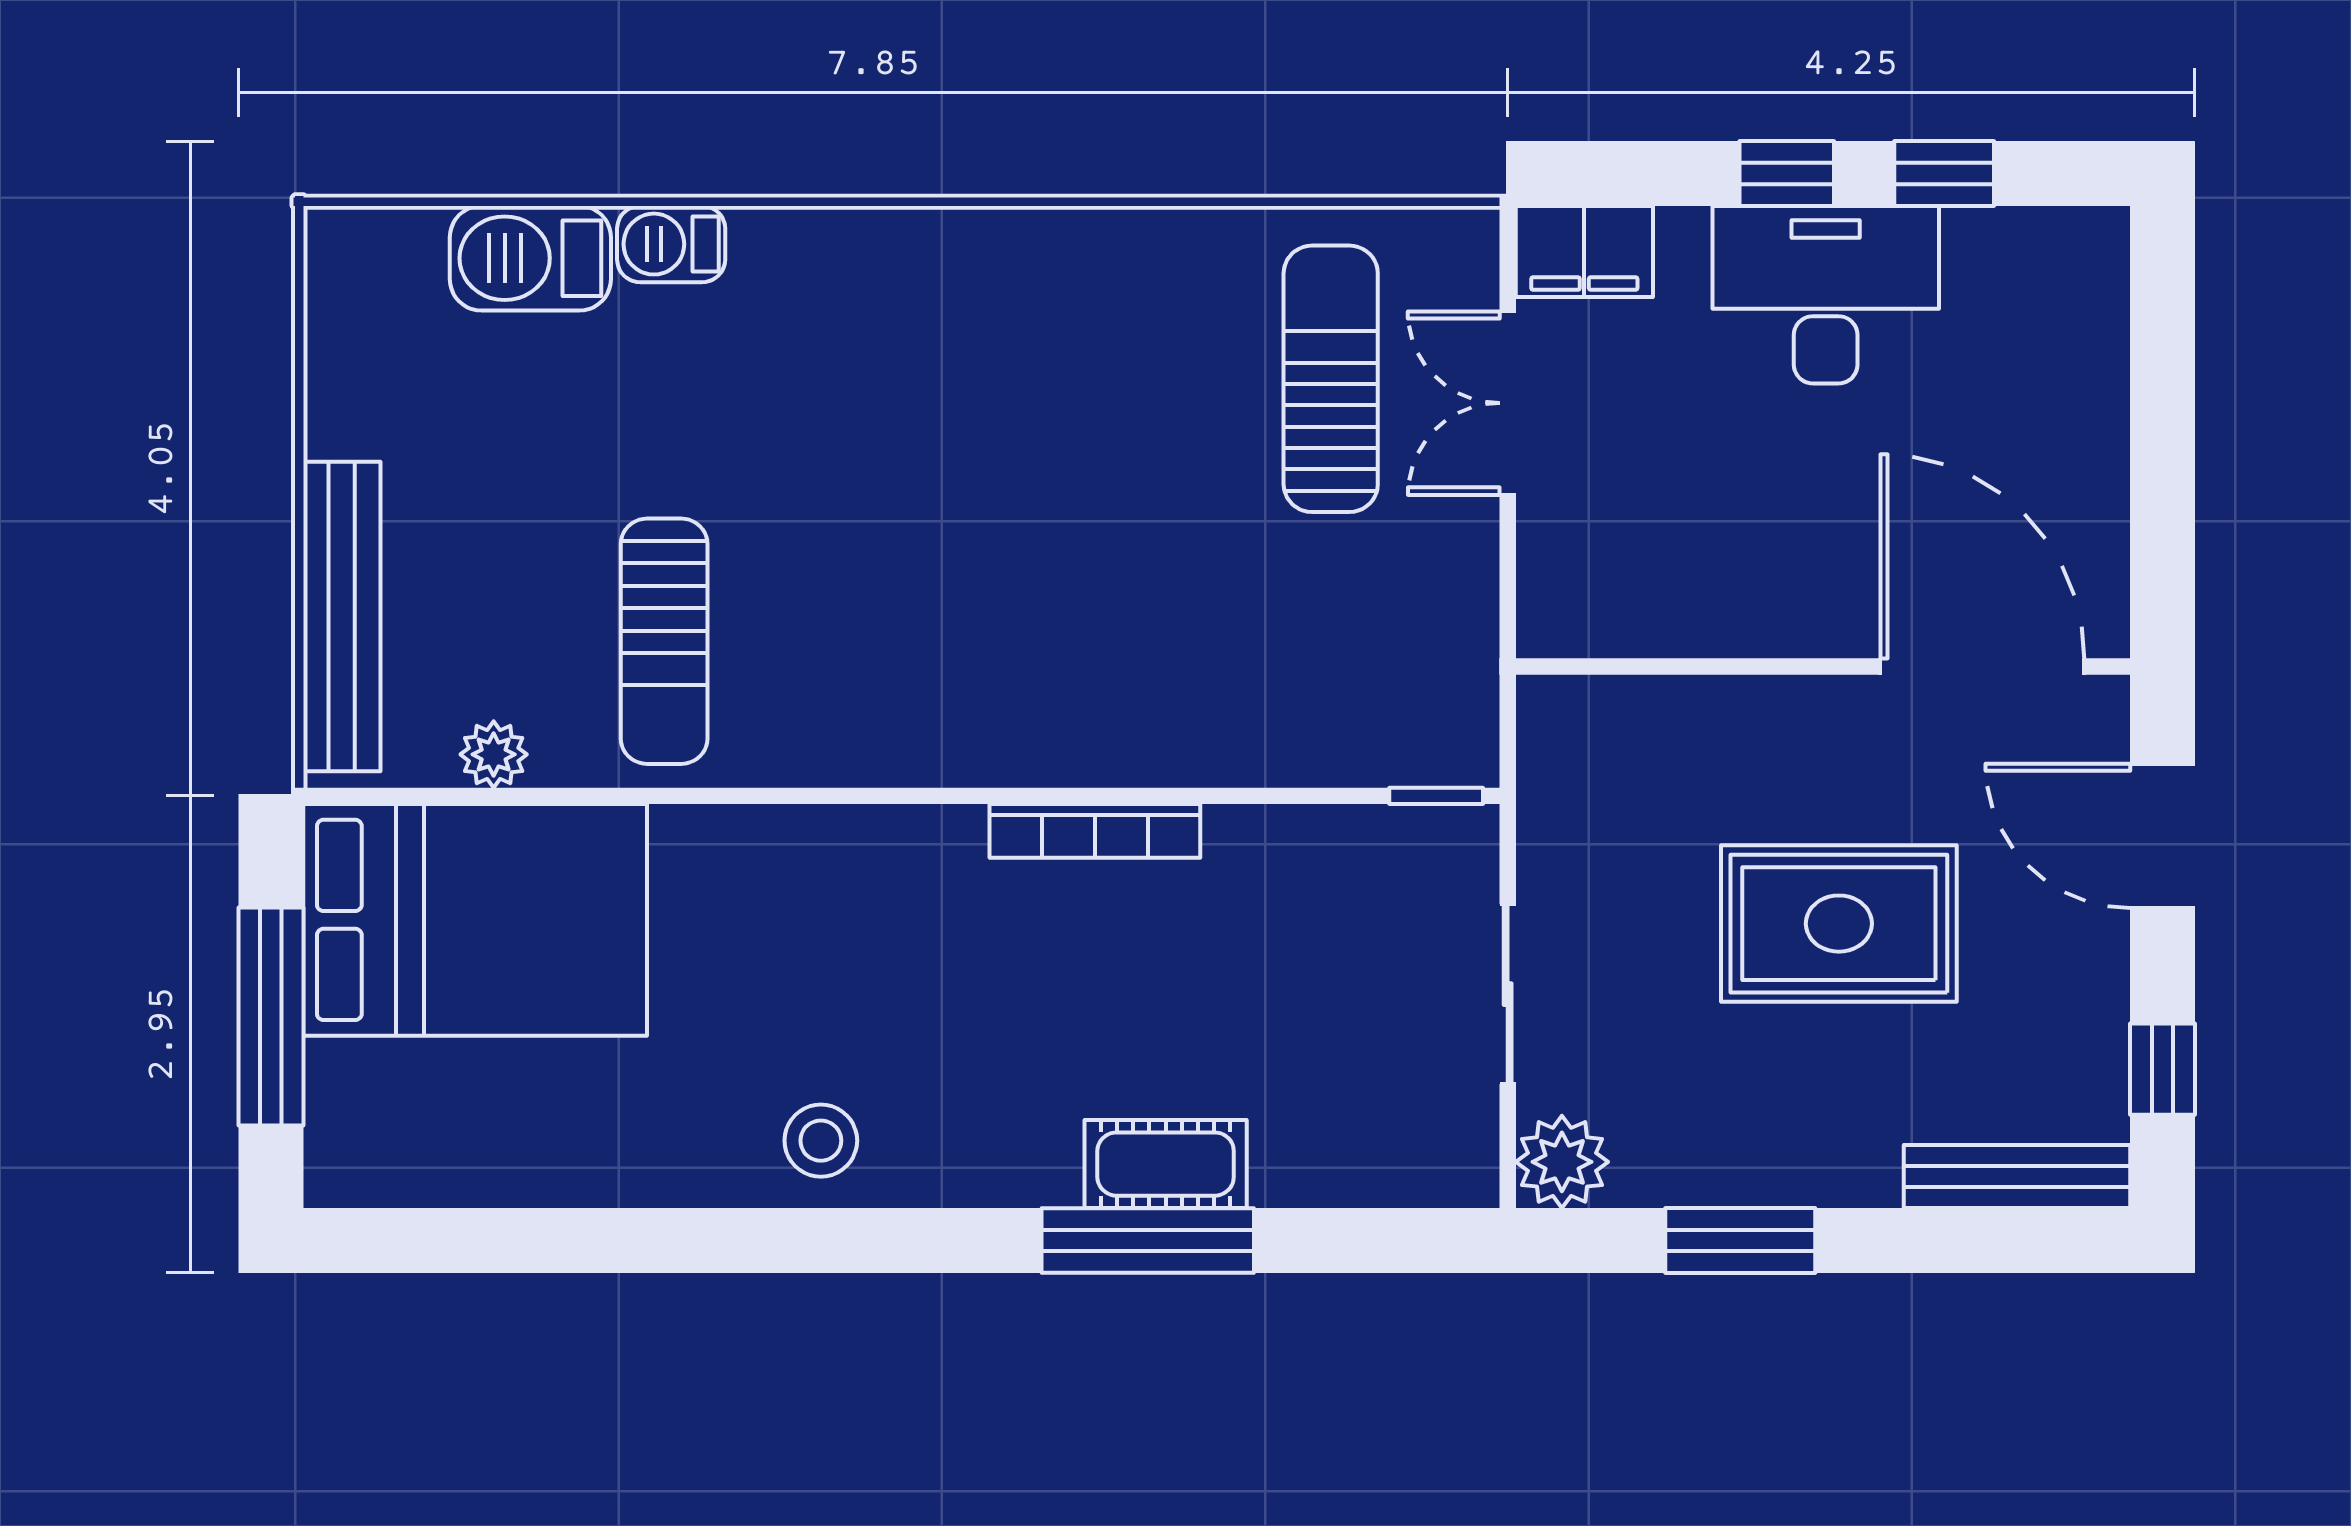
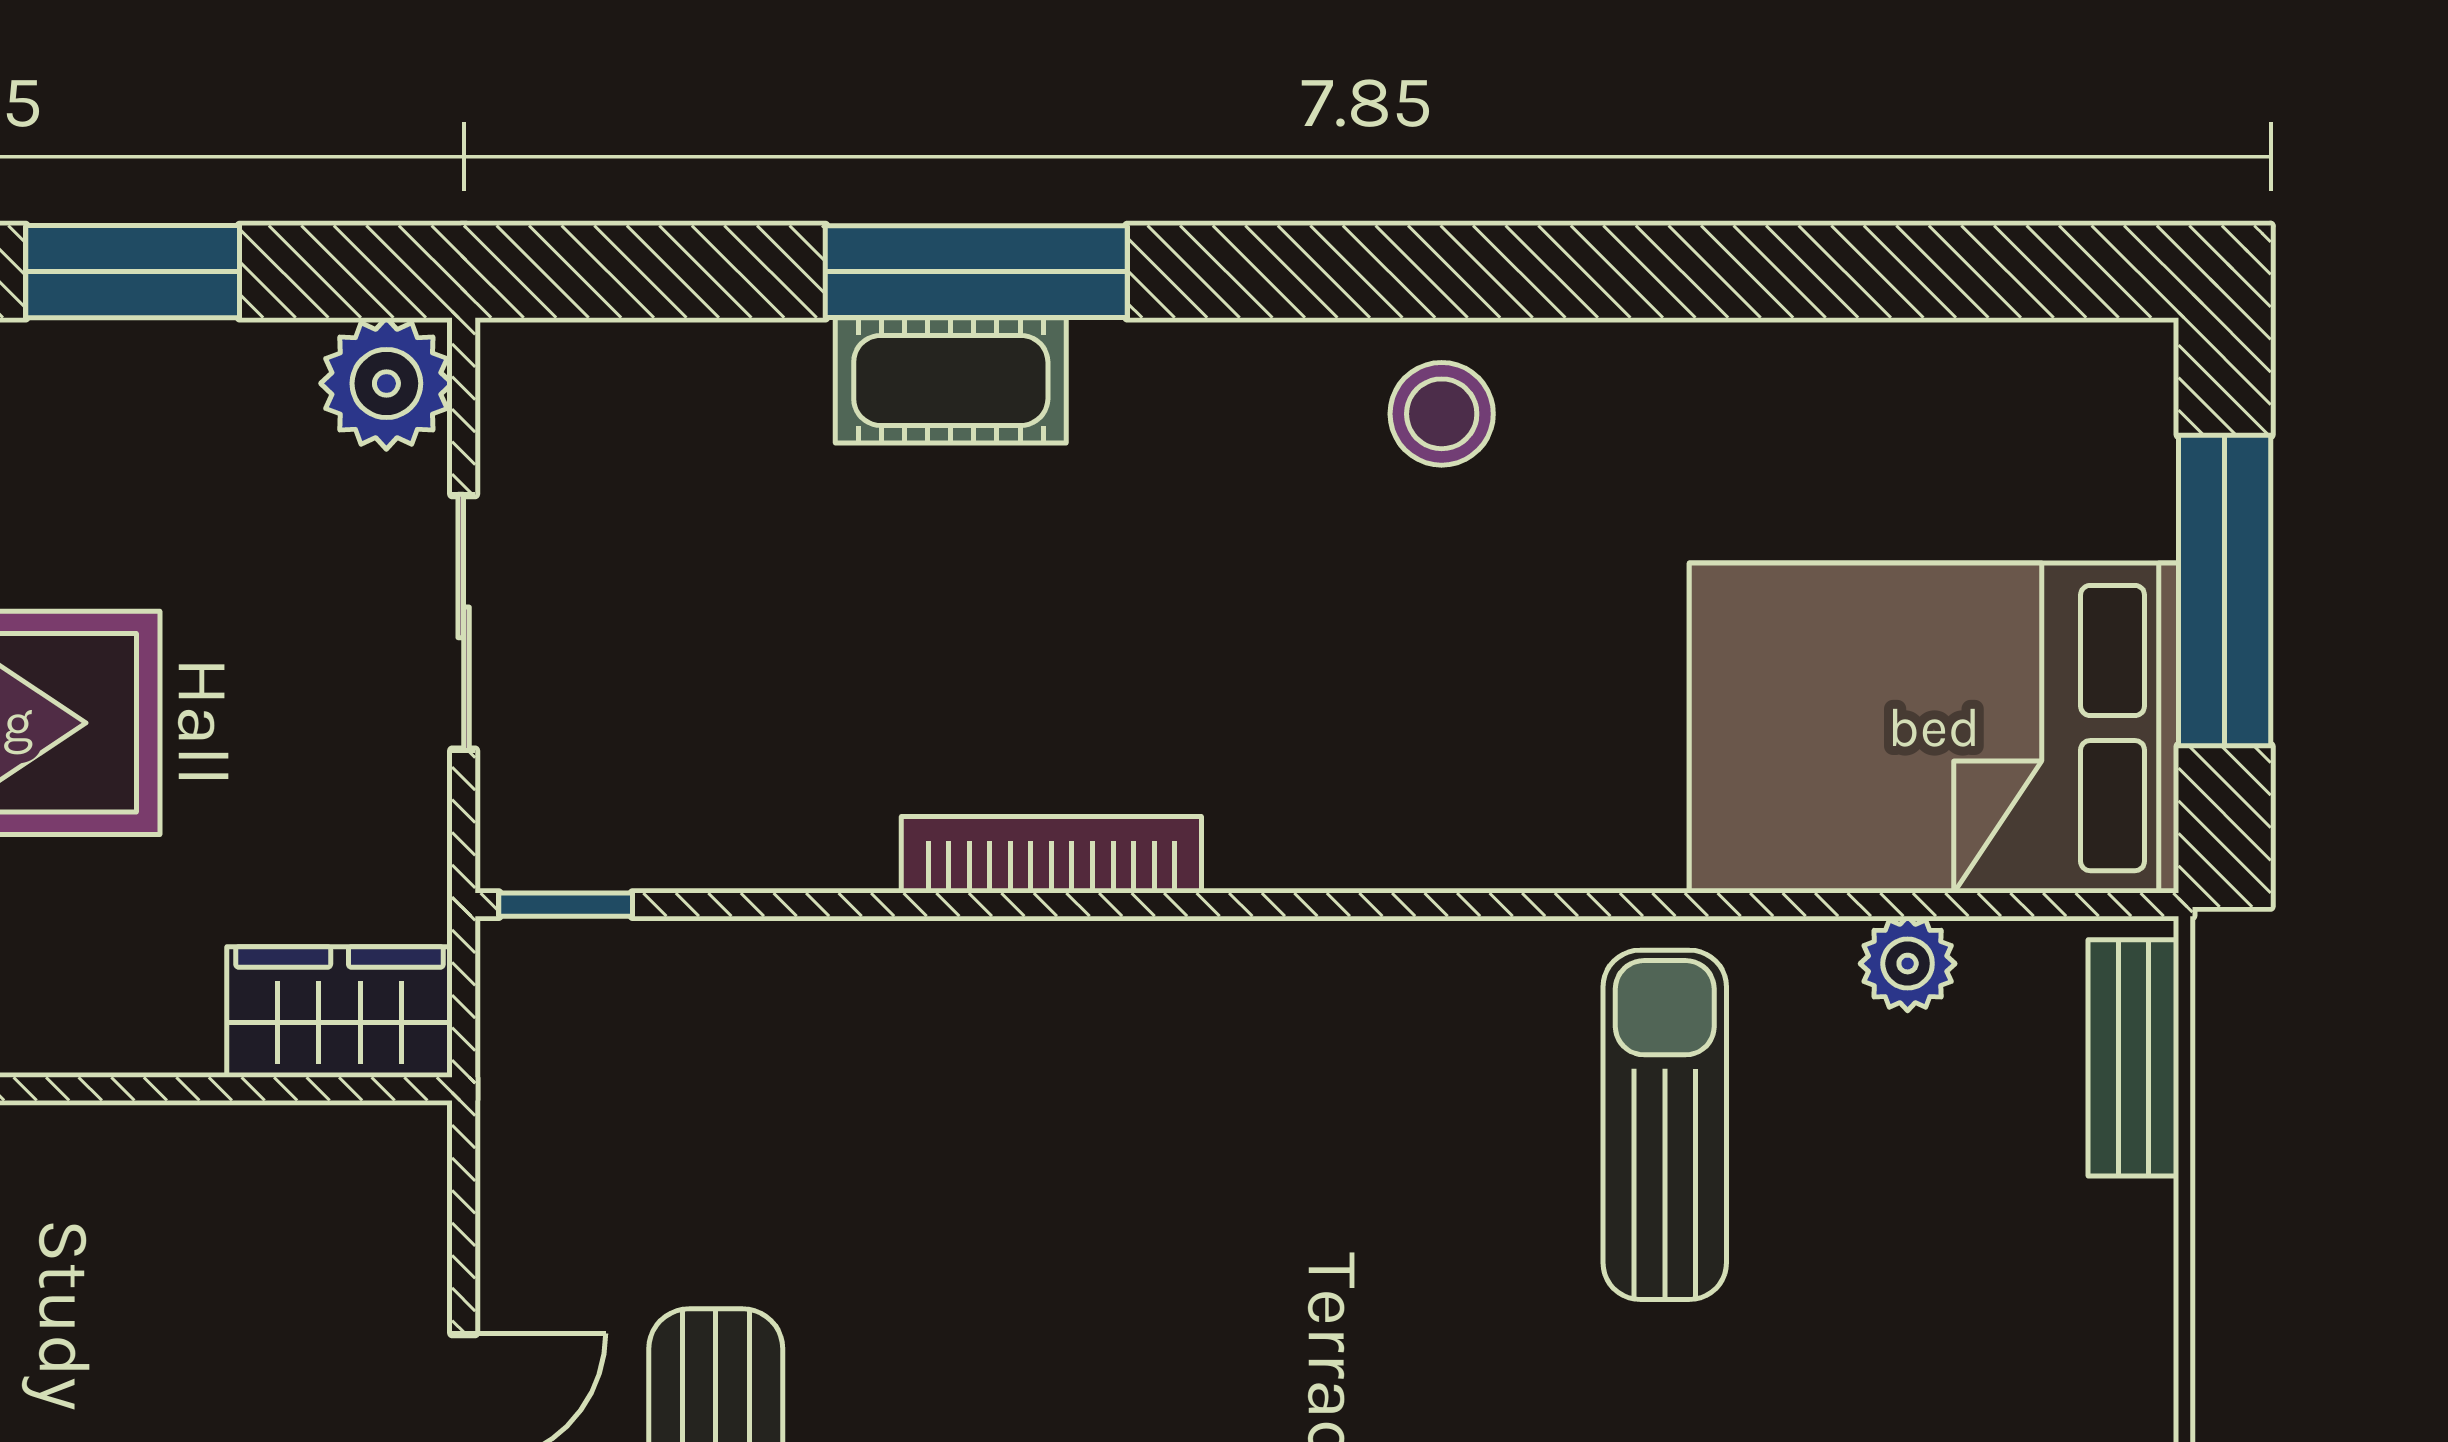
bench: (342, 616) -> (2133, 1058), width x0.54, depth x0.82
wardrobe: (1595, 721) -> (340, 1012), added

